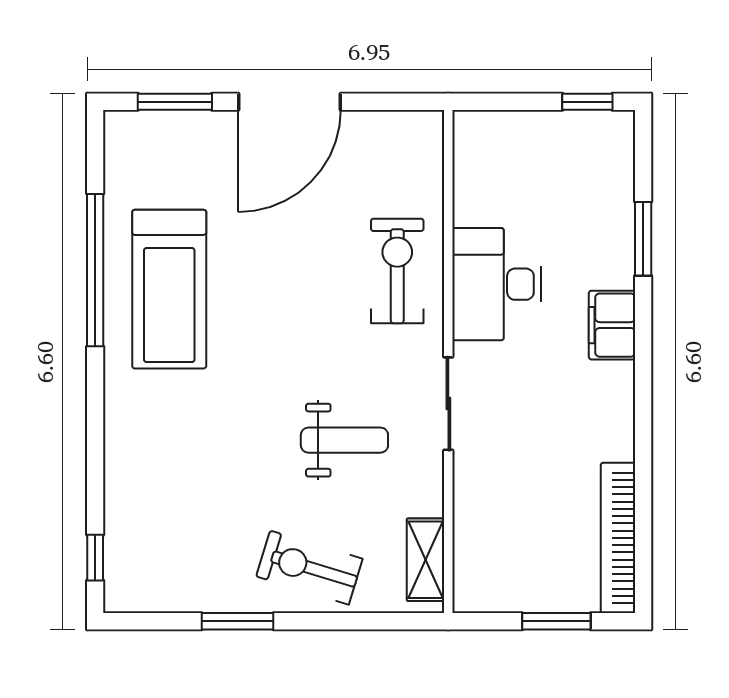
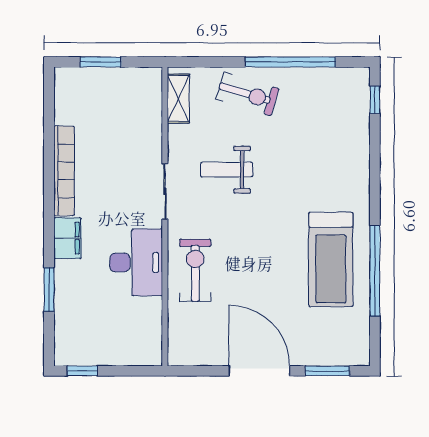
door: (290, 102) -> (259, 371), hinge flipped
exercise bike: (397, 271) -> (195, 270), turned 180
treadmill: (169, 289) -> (331, 259), turned 180
bookcase: (618, 538) -> (64, 171), moved
window: (237, 621) -> (290, 62), width x2.11

